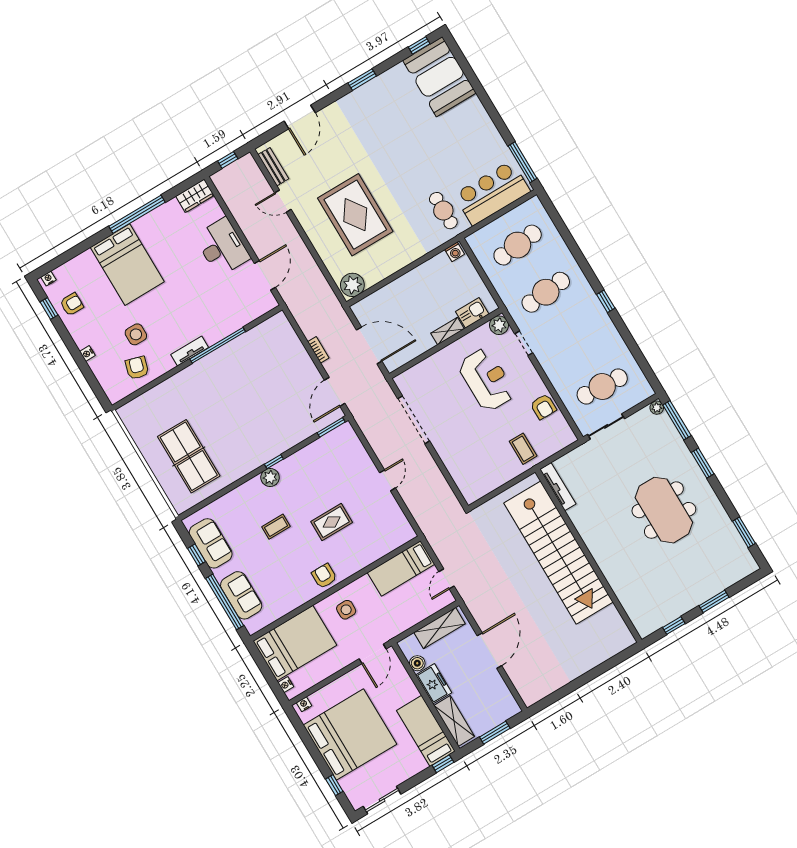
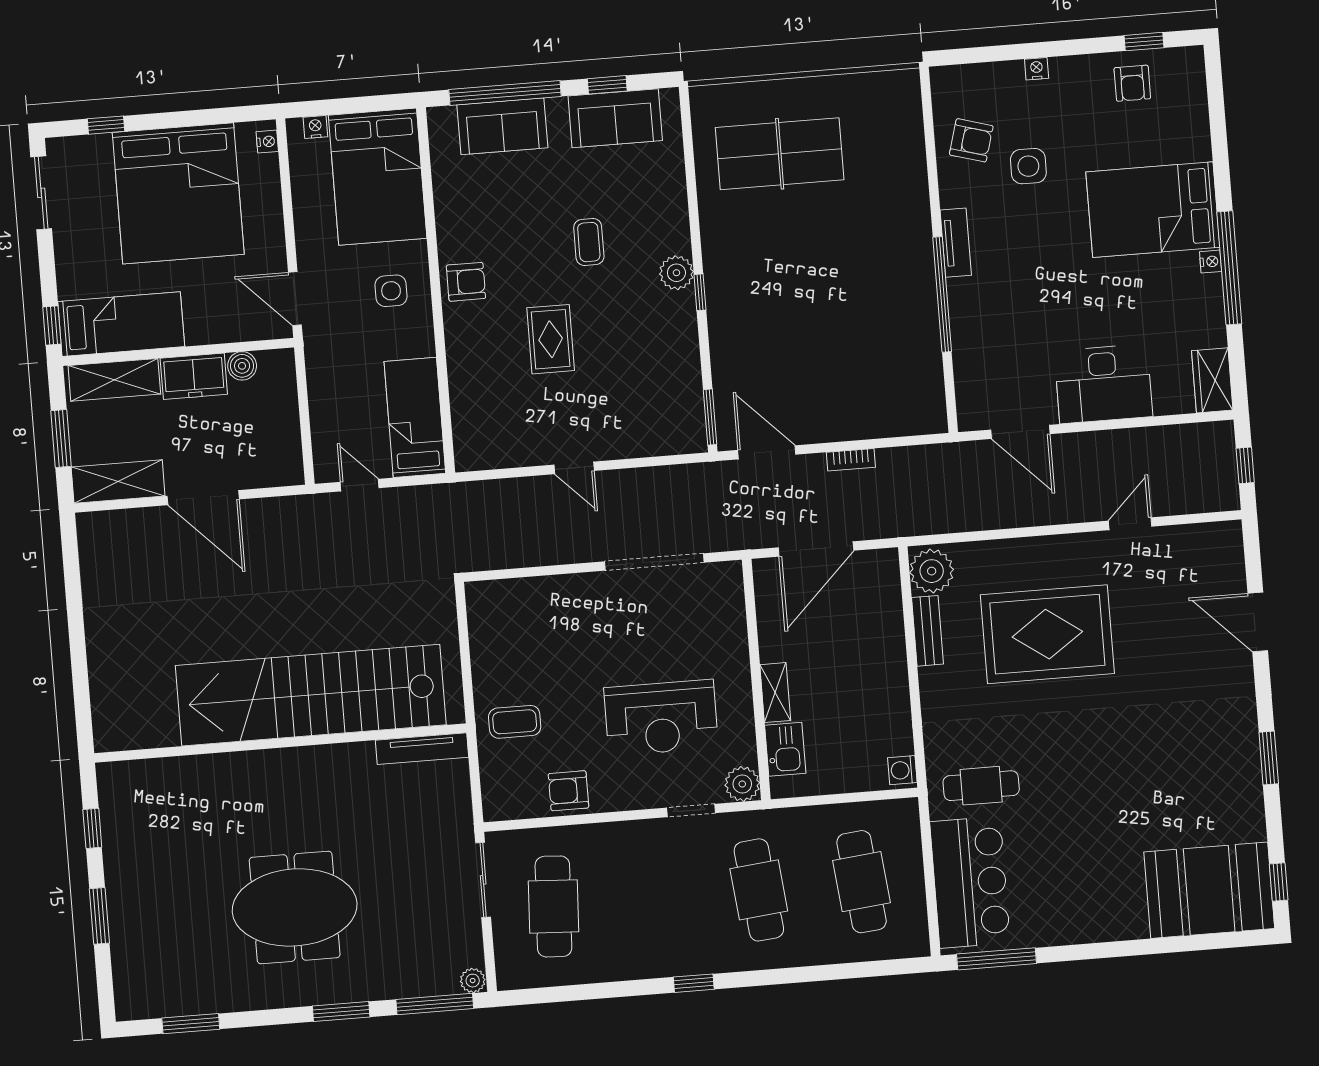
bench: (273, 167) -> (927, 631), moved, turned 90
nightstand: (49, 278) -> (1211, 262), moved
shelving: (440, 628) -> (118, 481), moved, turned 90

